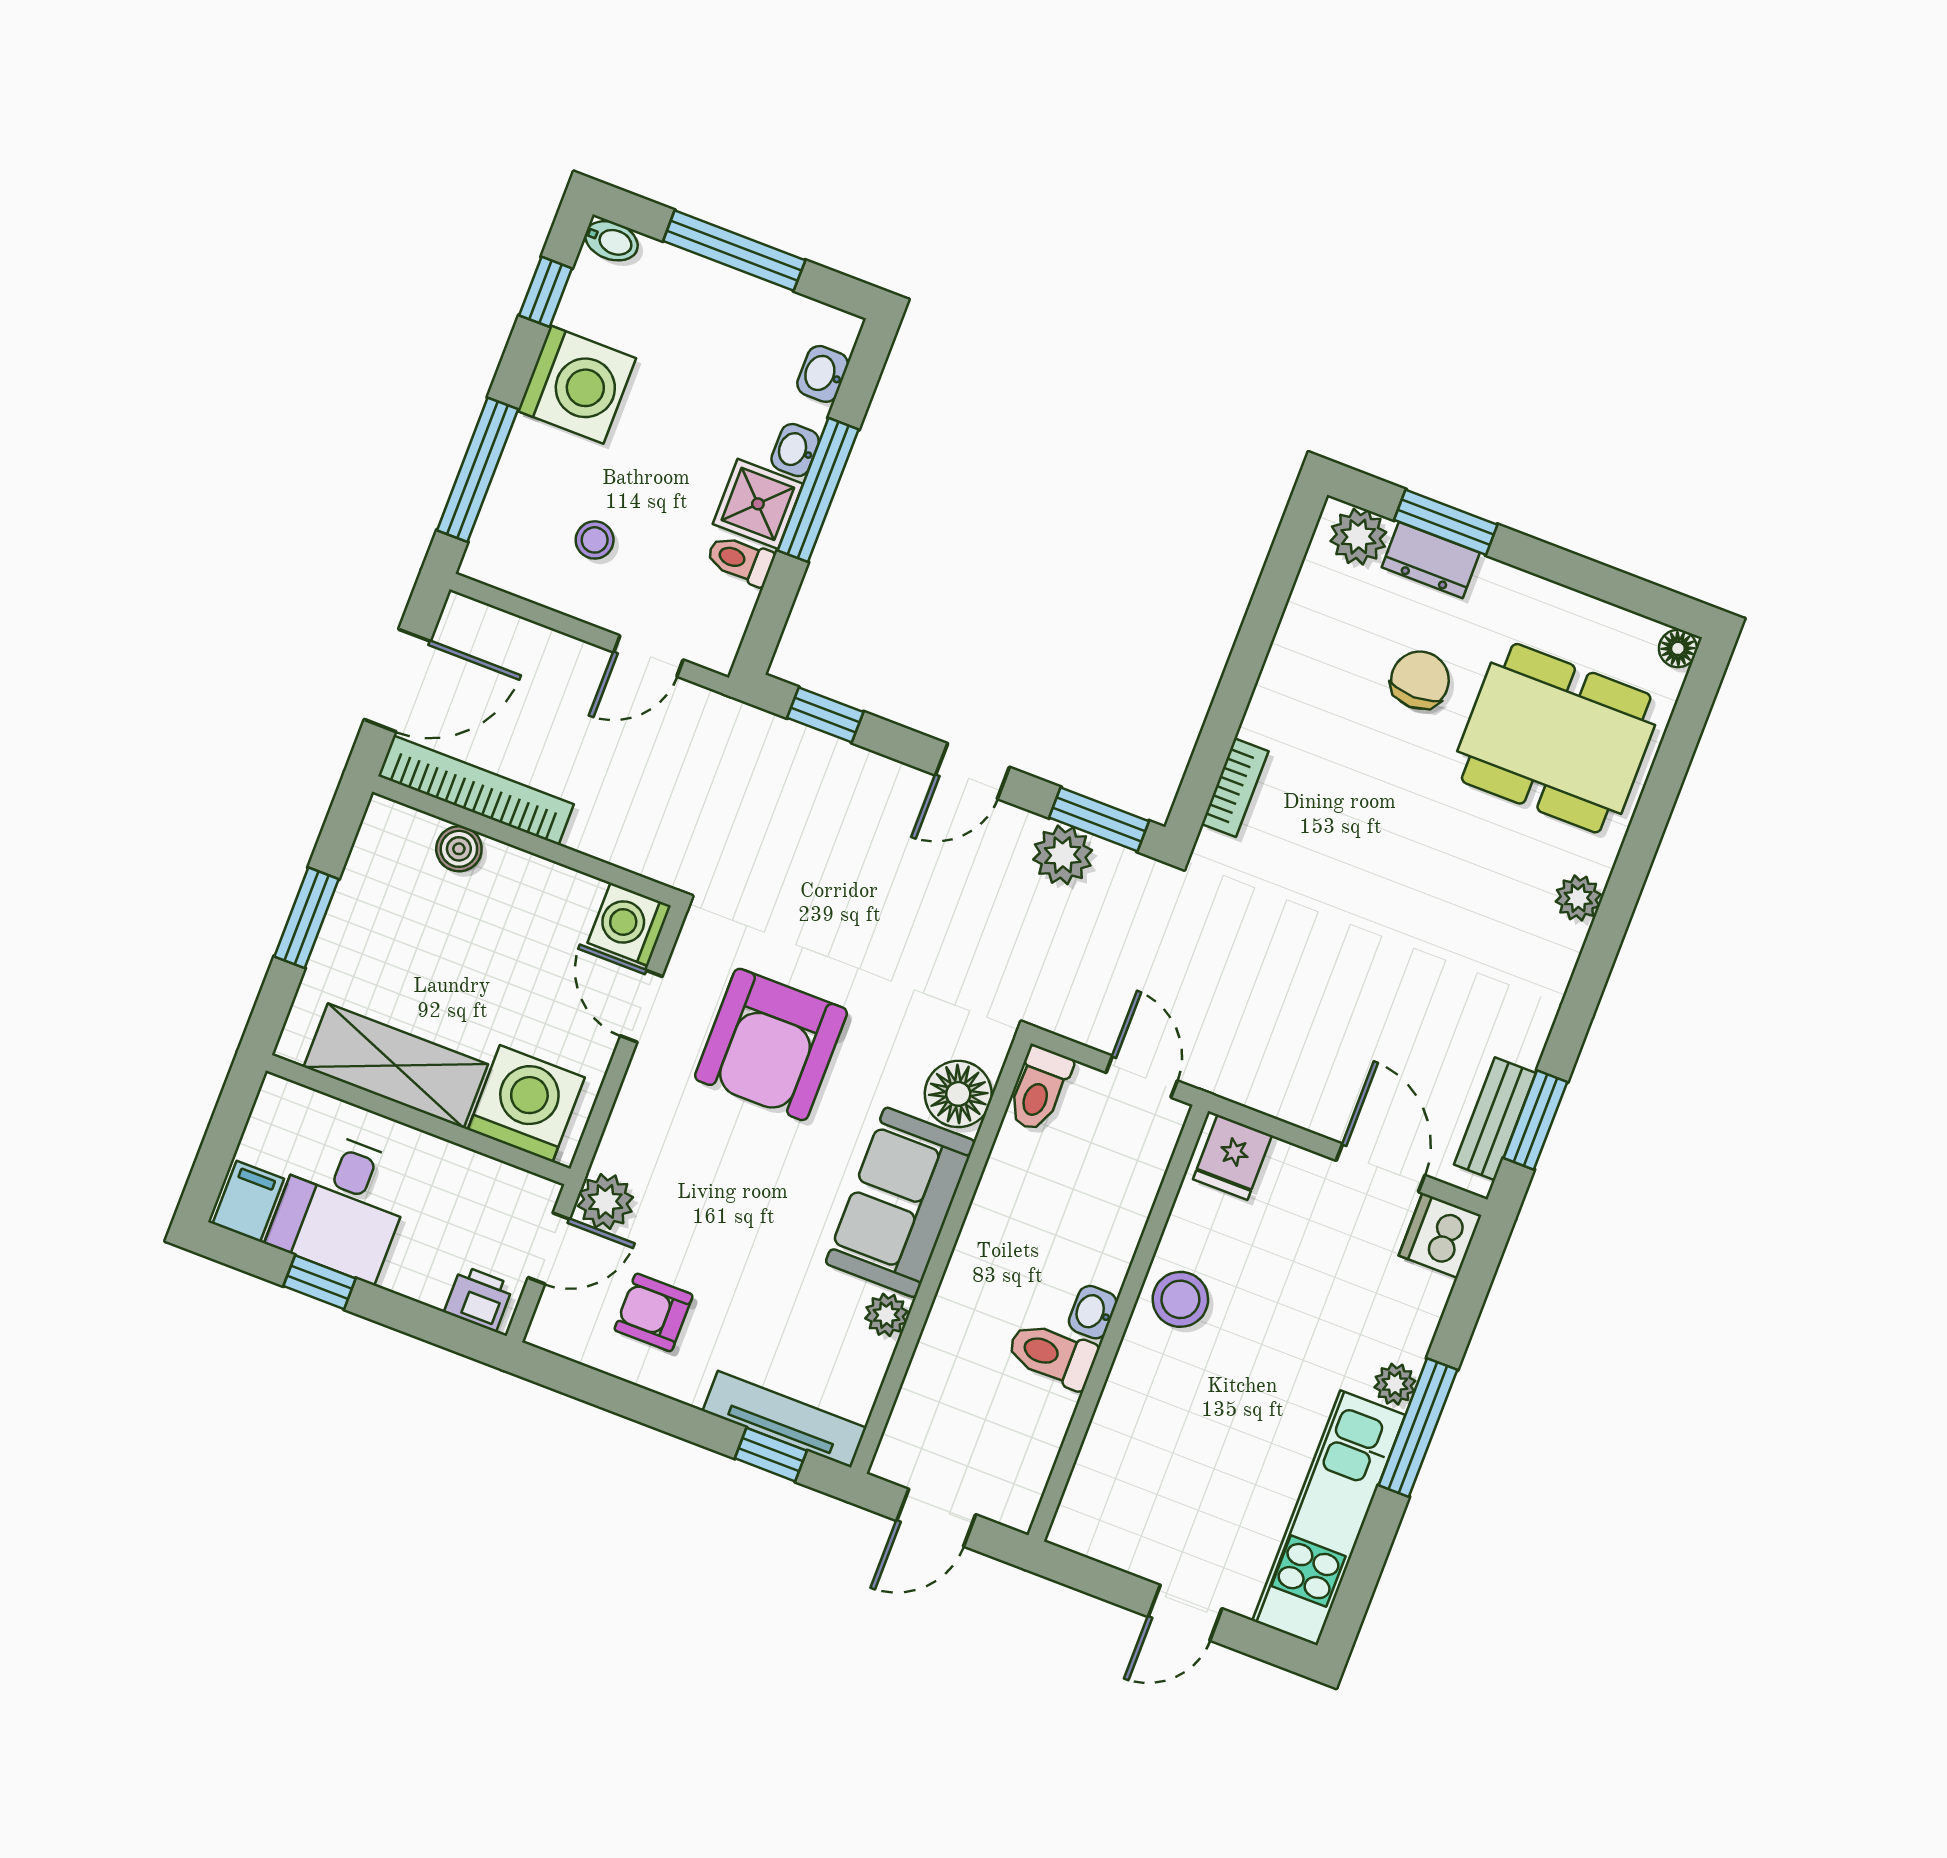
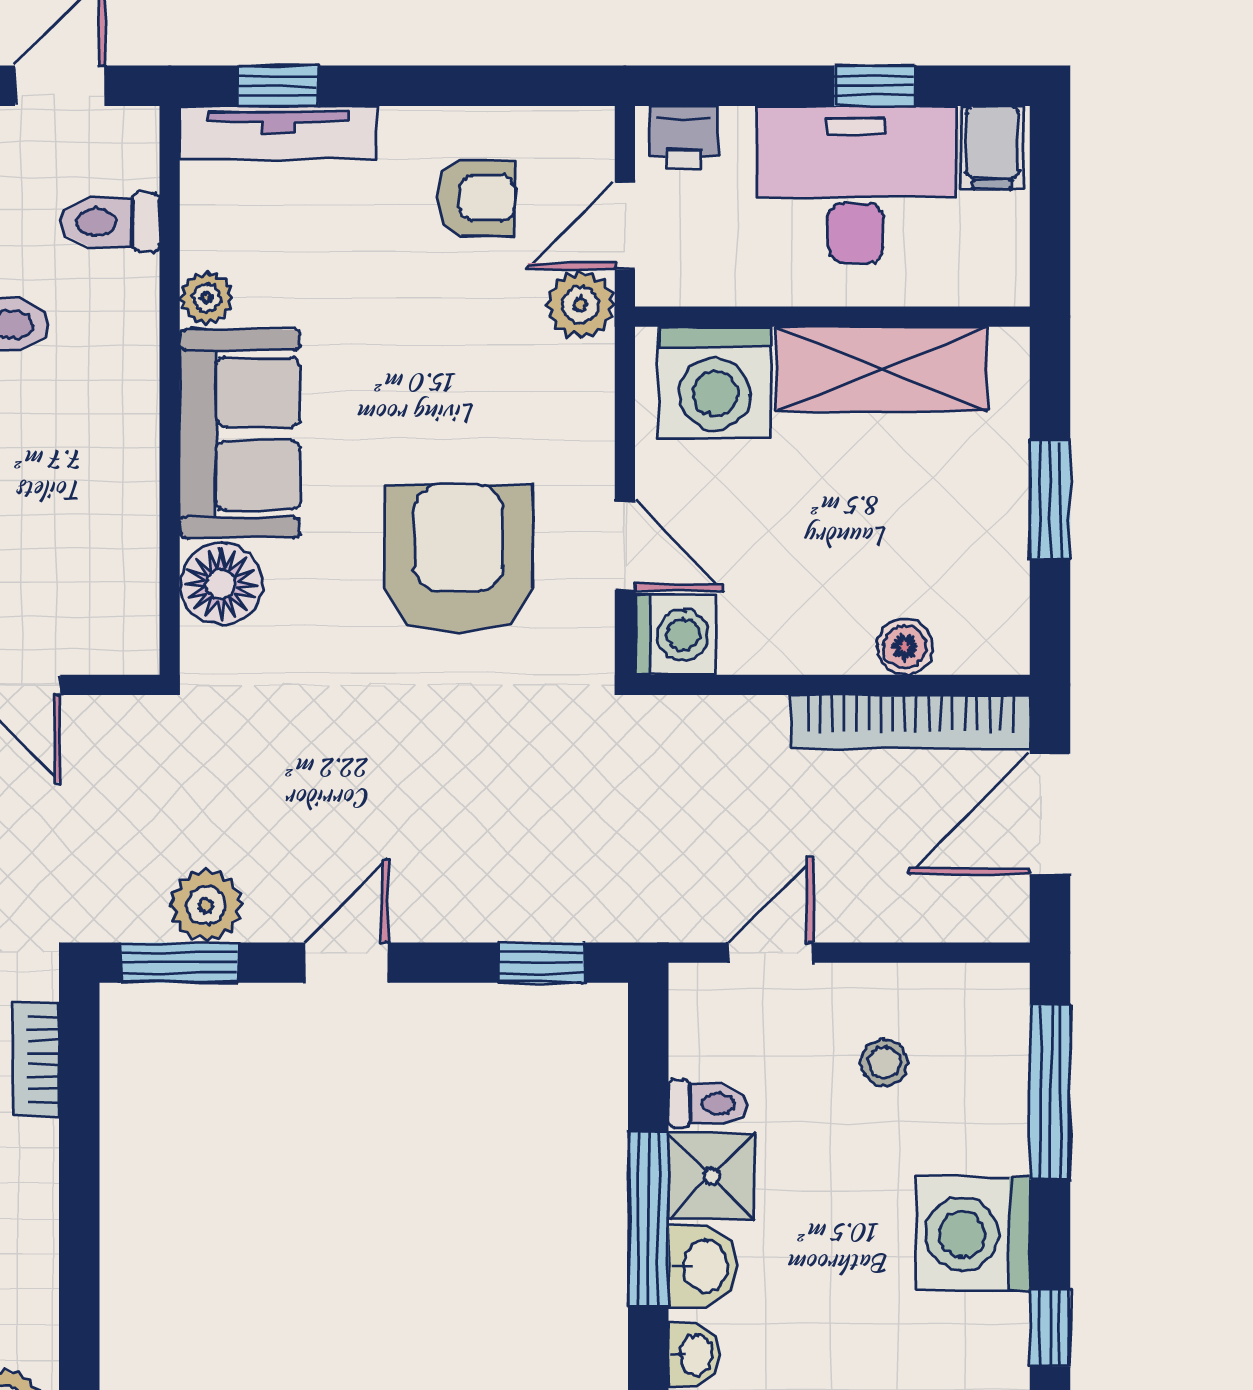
washbasin: (795, 450) -> (703, 1266), width x1.38, depth x1.45
toilet: (1039, 1089) -> (110, 222), moved, turned -90
desk: (342, 1205) -> (856, 184), width x1.37

